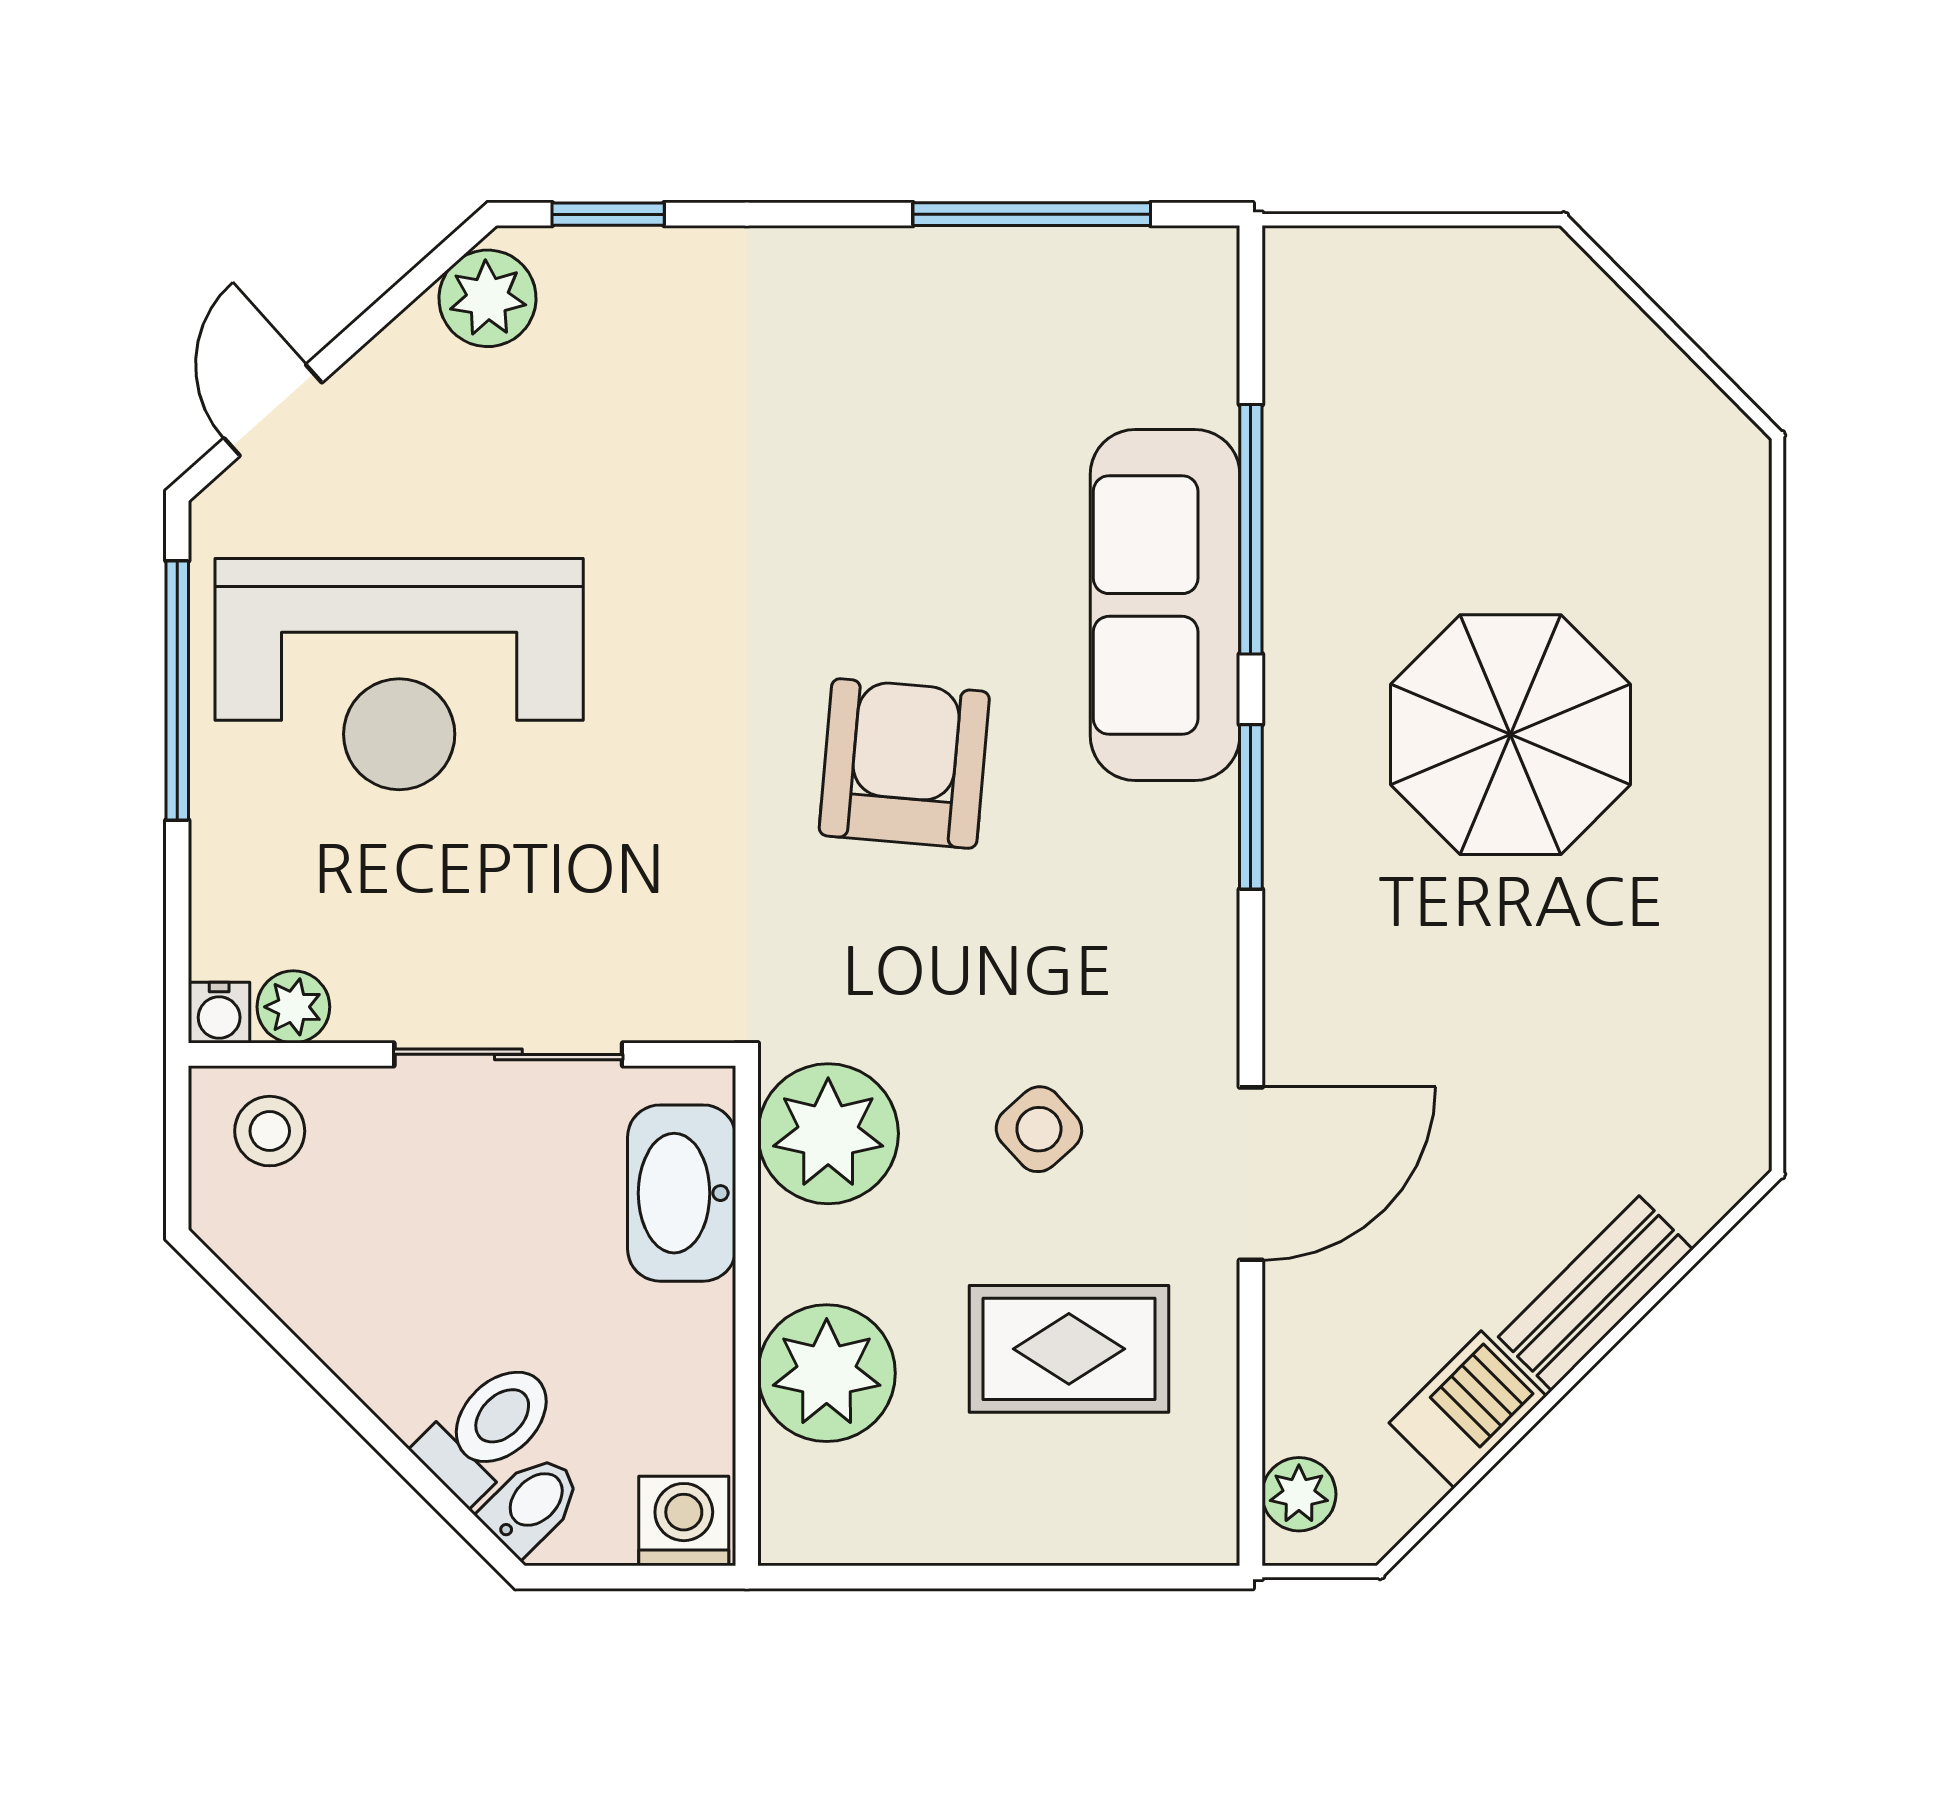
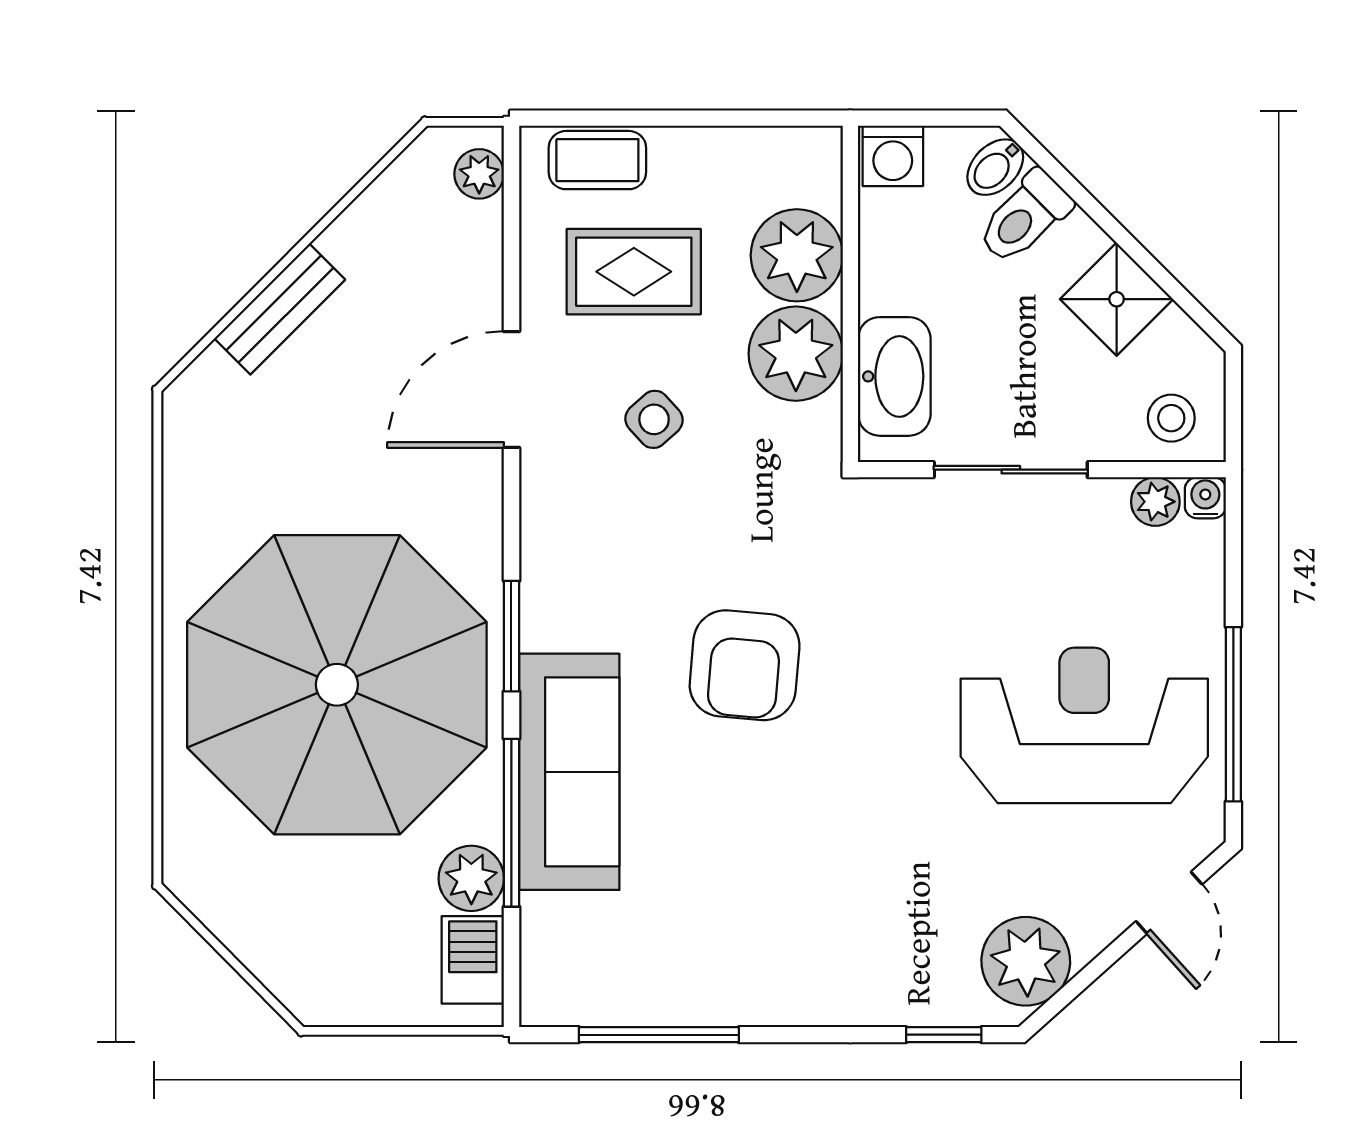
plant: (488, 298) -> (1026, 961), width x1.36, depth x1.36
plant: (1311, 447) -> (471, 878), added
parasol: (1511, 735) -> (337, 685), width x1.86, depth x1.86
plant: (828, 1134) -> (796, 354), moved
shower: (351, 1308) -> (1117, 299), added
barbecue: (1468, 1409) -> (473, 960), moved, turned 135
coffee table: (1123, 1515) -> (597, 160), added

